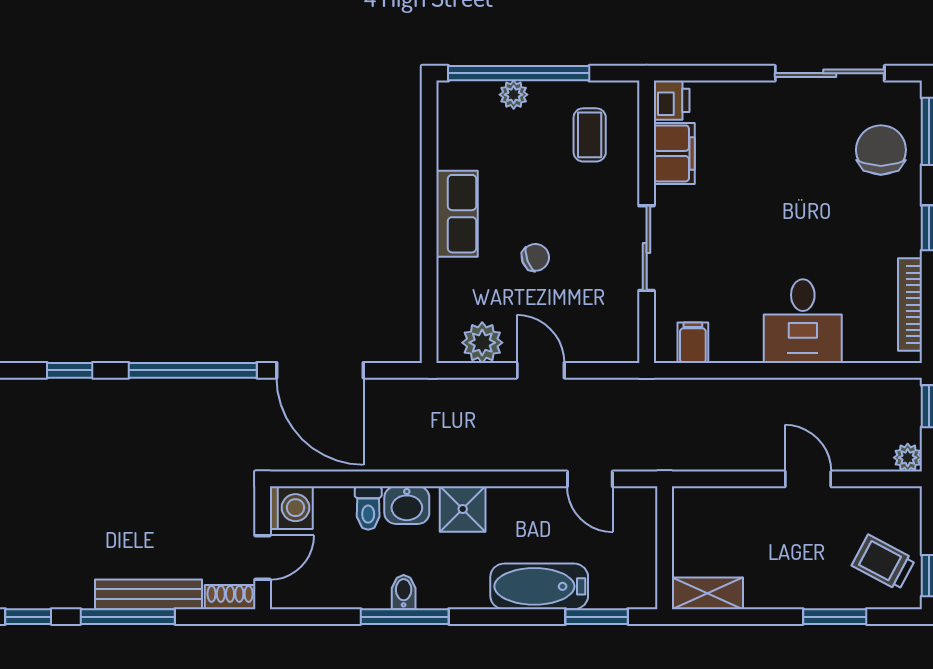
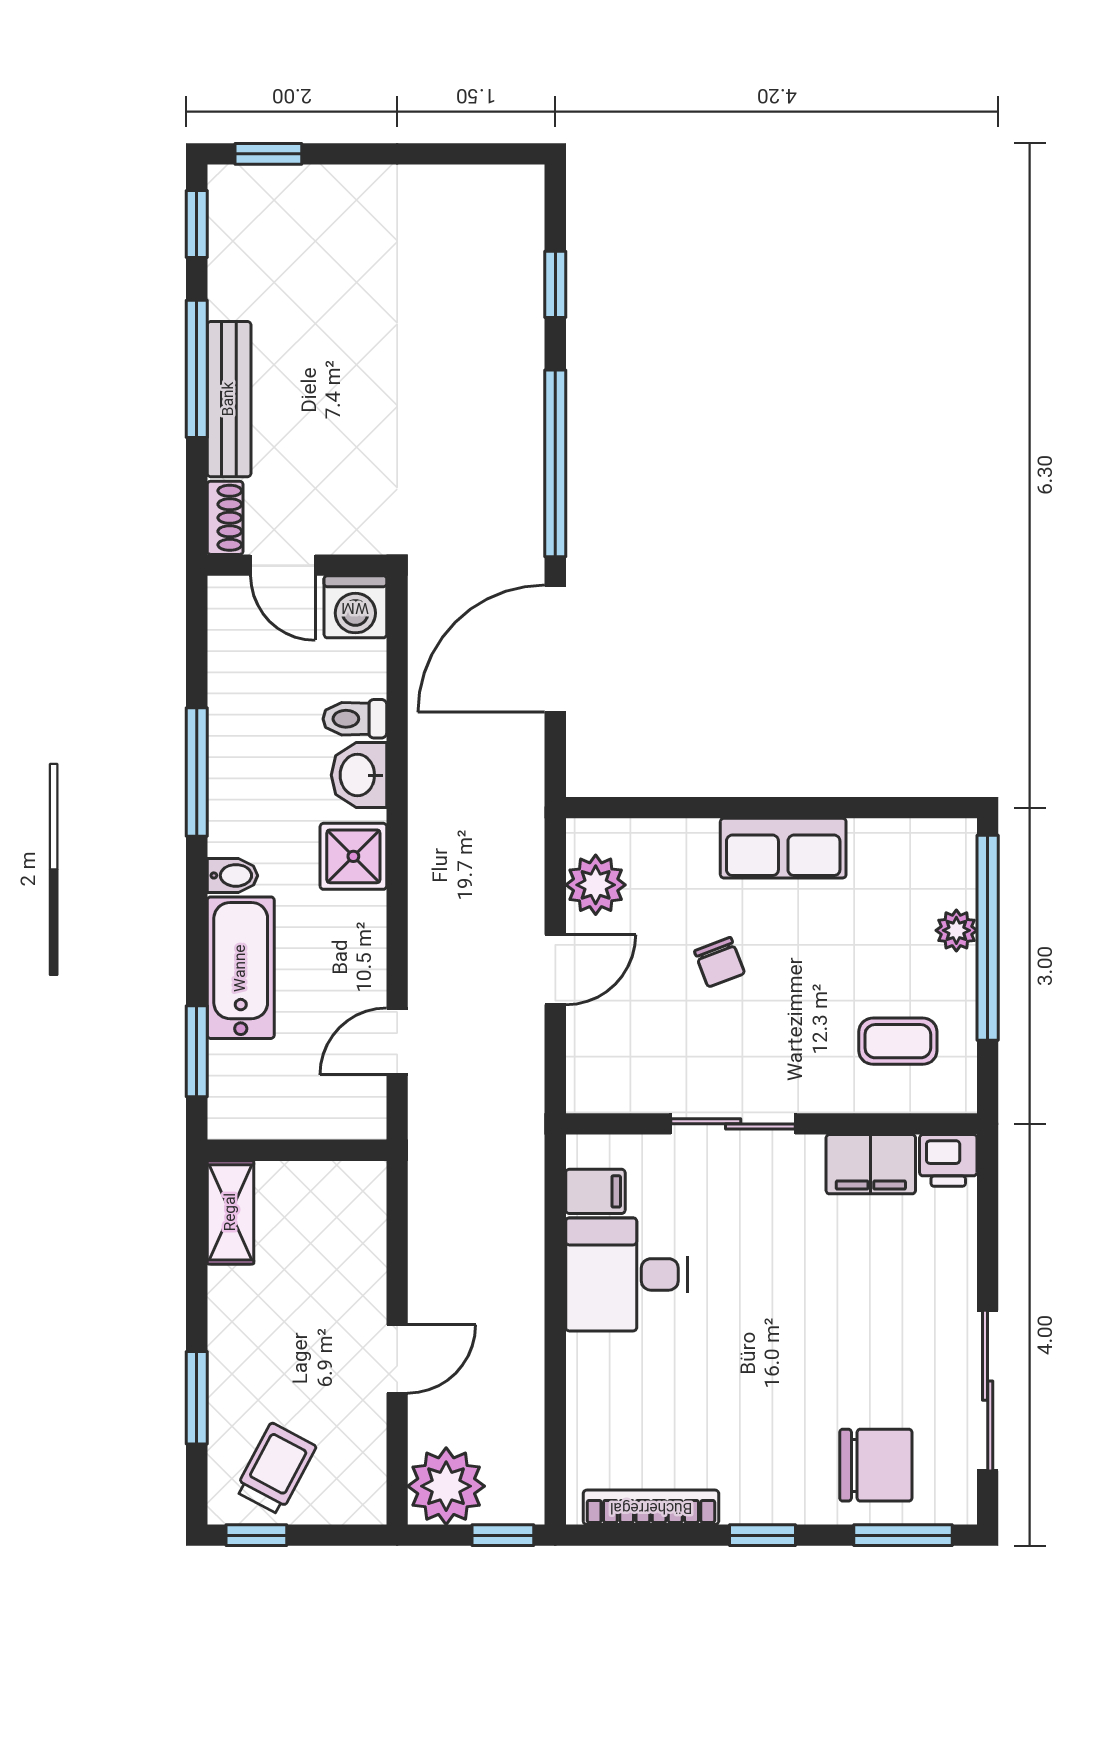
desk: (803, 321) -> (627, 1274), moved
plant: (908, 458) -> (446, 1486), width x1.88, depth x1.88
bidet: (404, 592) -> (232, 875), moved

